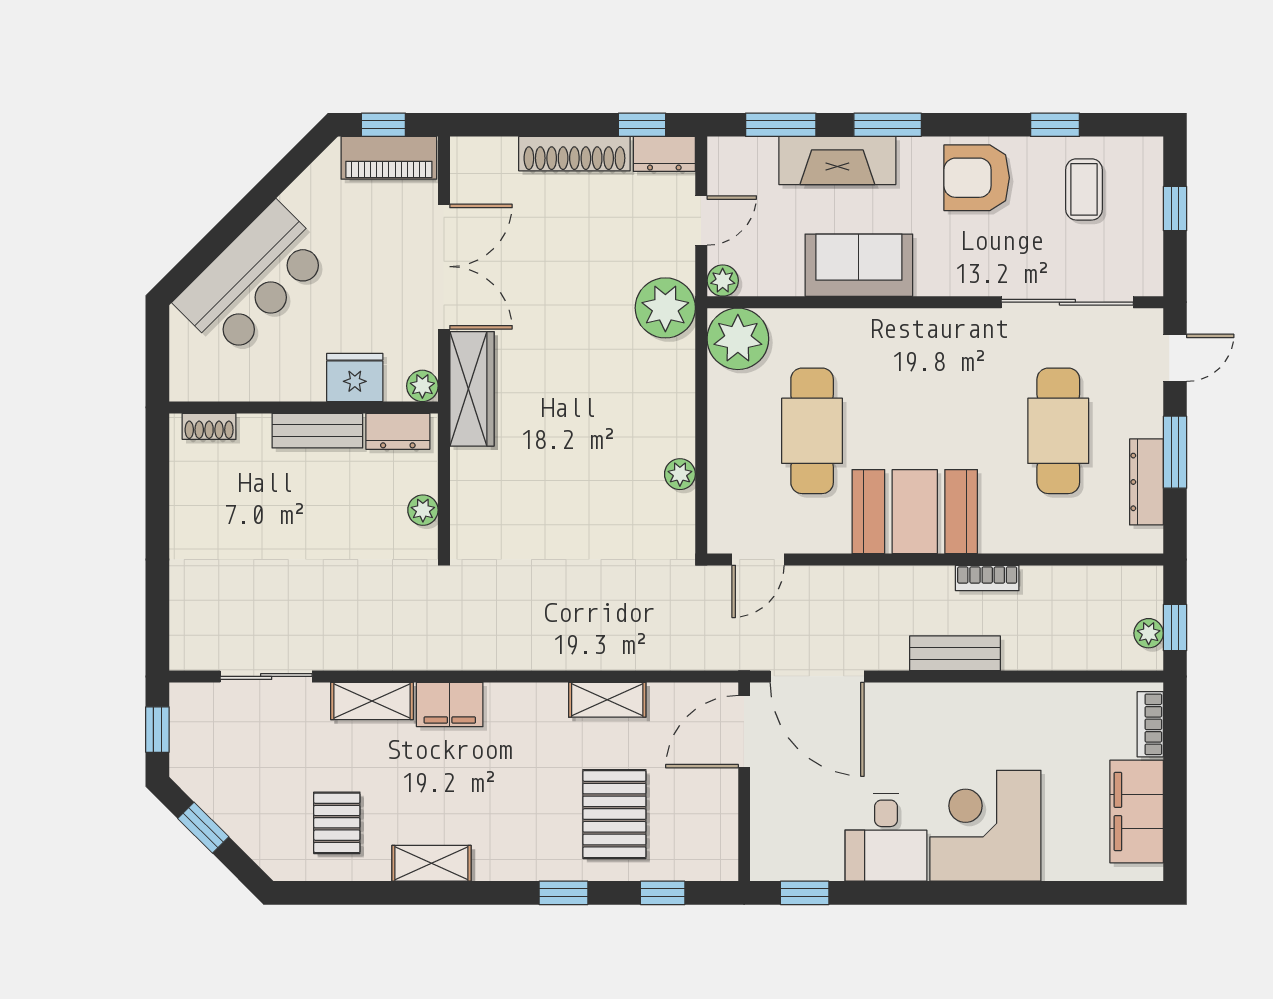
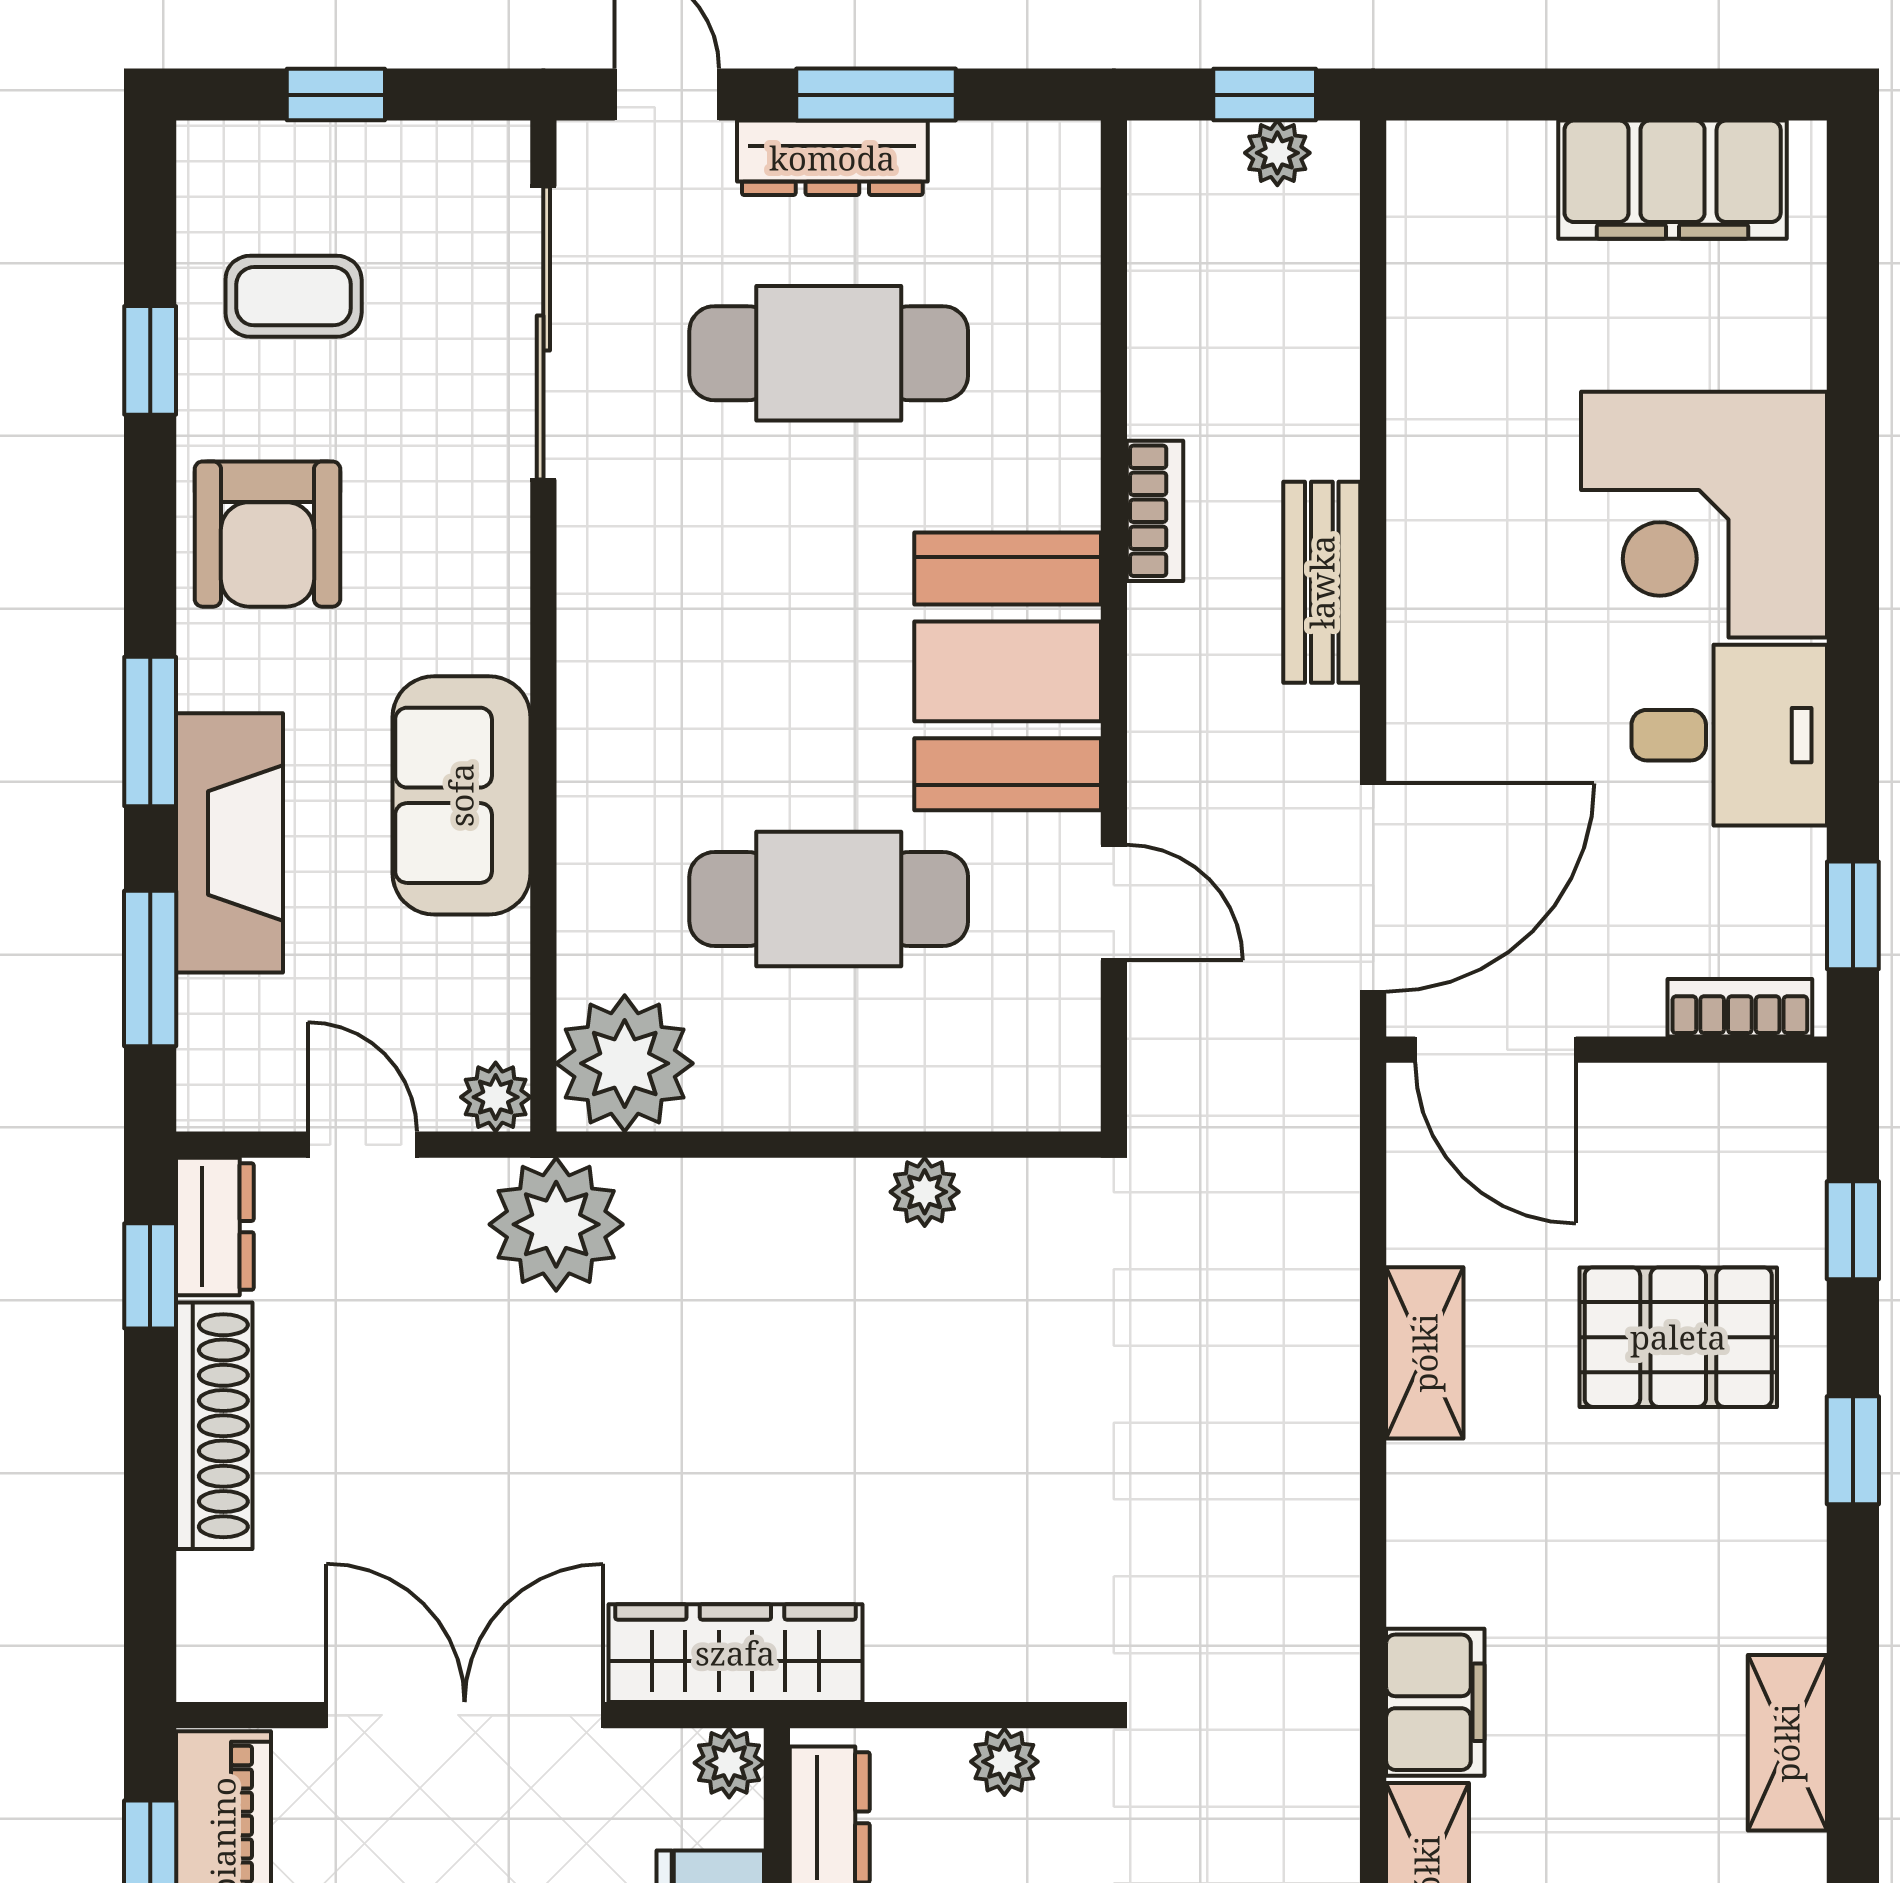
dresser: (1146, 482) -> (832, 158), moved
door: (758, 560) -> (1114, 903), moved
bookcase: (1150, 724) -> (1740, 1008), moved, turned 180

